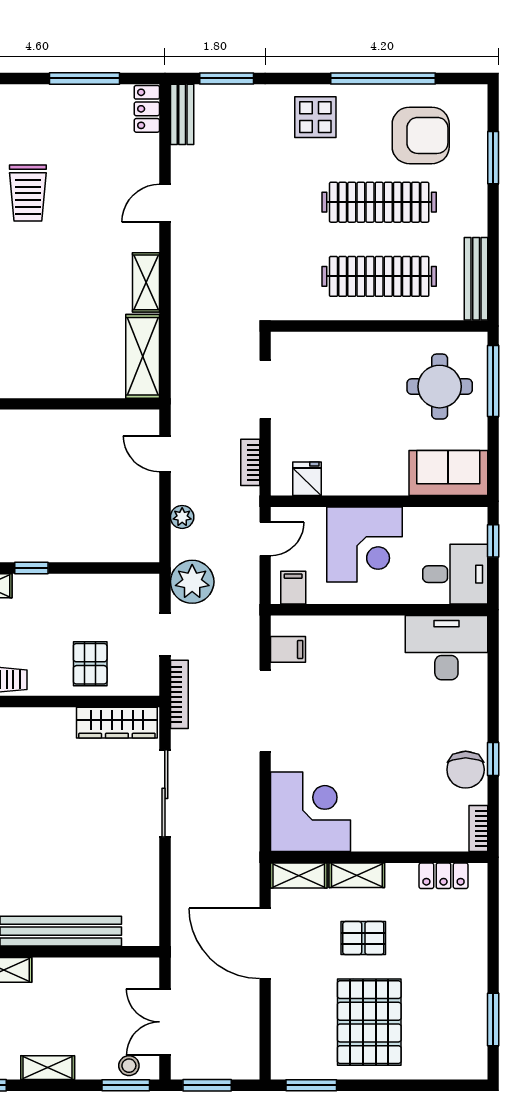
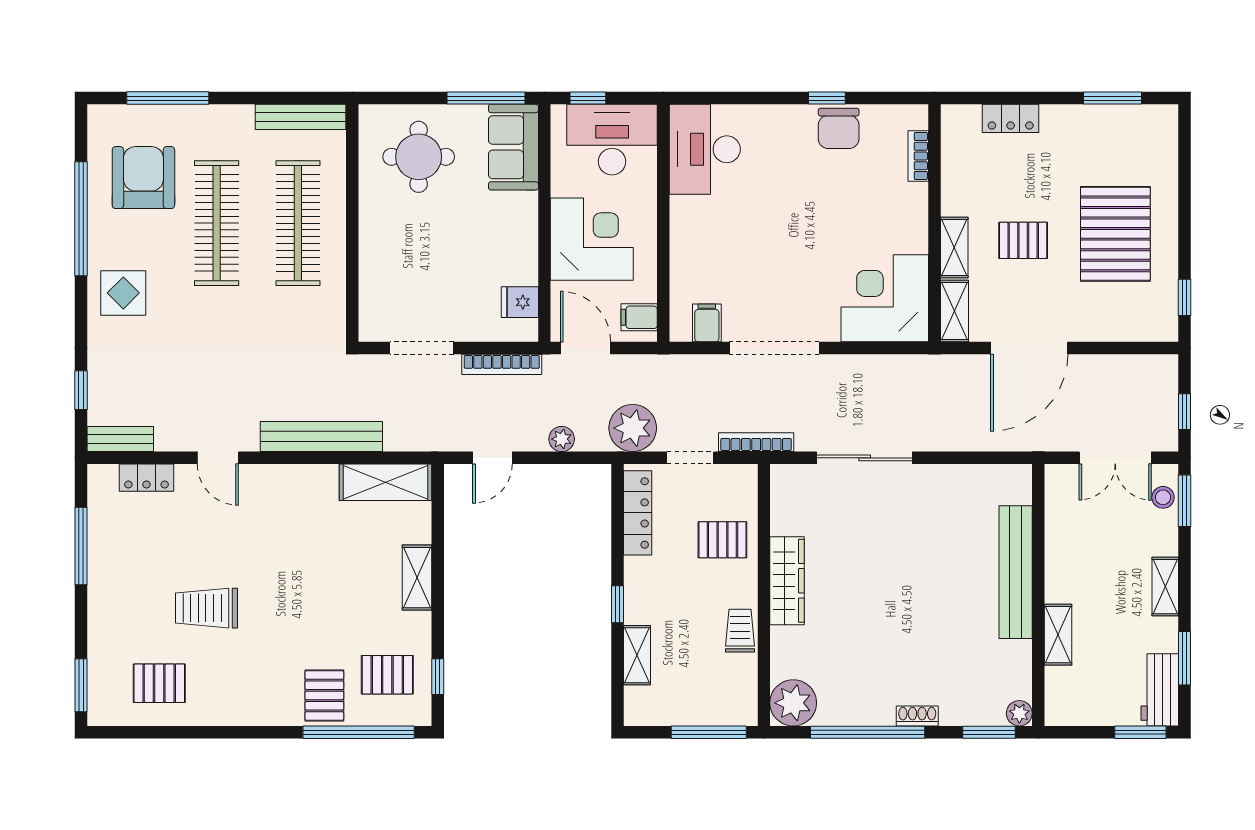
window: (227, 78) -> (81, 390), width x0.67
locker: (147, 109) -> (146, 478), moved
window: (493, 158) -> (168, 98), width x1.44
trolley: (28, 193) -> (206, 608), turned 180
shelving: (146, 282) -> (417, 578), moved, turned 90
bench: (184, 298) -> (321, 437), added
window: (493, 381) -> (486, 98), moved
bookcase: (250, 462) -> (502, 364), width x1.56
door: (265, 539) -> (586, 348), width x1.38
desk: (455, 574) -> (612, 140), width x1.37
locker: (115, 586) -> (638, 513), added
wardrobe: (117, 723) -> (787, 581), moved
chair: (466, 770) -> (839, 128), turned 90
bookcase: (478, 829) -> (918, 156), moved, turned 90
locker: (444, 876) -> (1011, 118), moved, turned 90
pallet: (363, 938) -> (1023, 240), turned 90
pallet: (369, 1022) -> (1115, 234), turned 90
window: (207, 1085) -> (1185, 412), width x0.67
window: (311, 1085) -> (1185, 297), width x0.67

